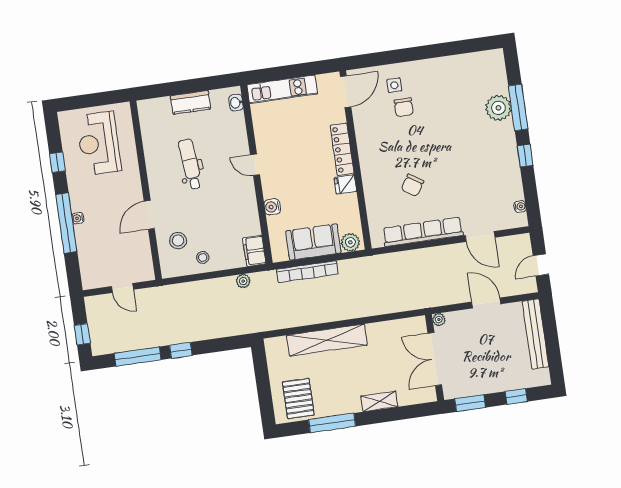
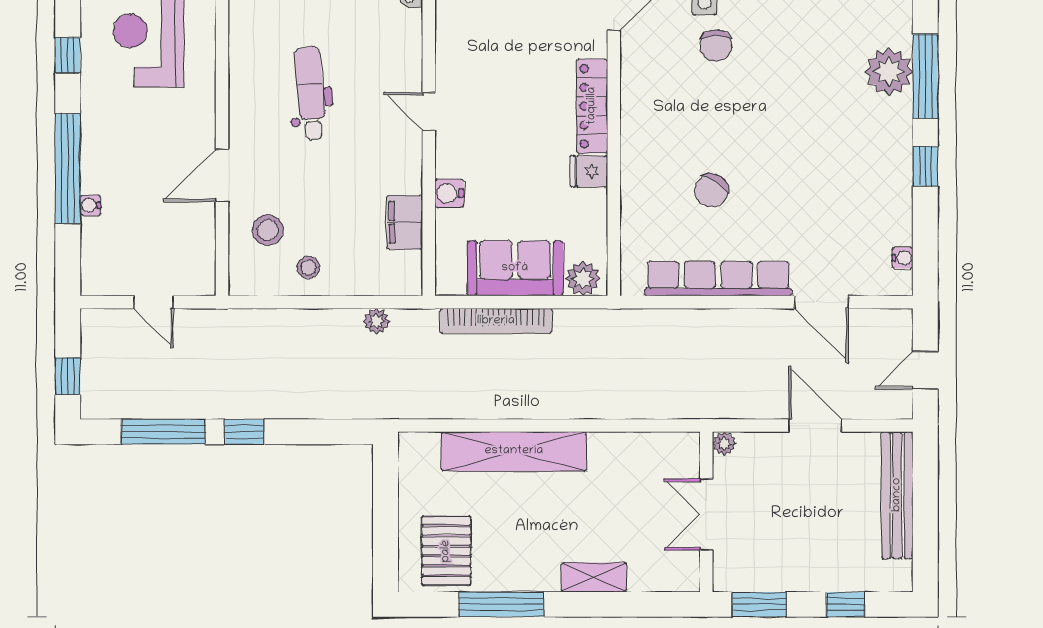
water cooler: (78, 218) -> (90, 205), moved
filing cabinet: (254, 251) -> (405, 222), moved
double door: (435, 359) -> (706, 515), width x0.73

